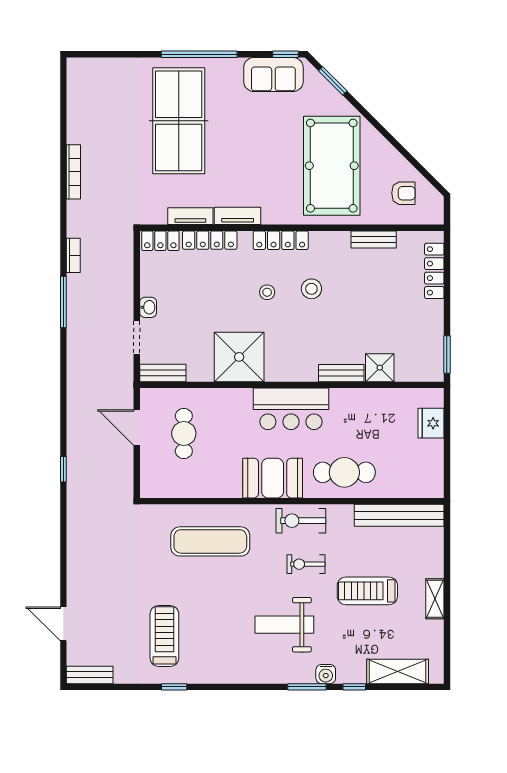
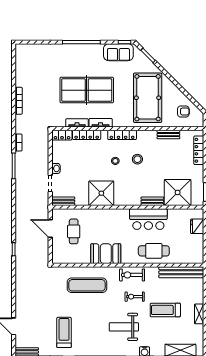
table tennis table: (179, 121) -> (87, 90), moved, turned 90
shower: (380, 368) -> (178, 192), width x1.86, depth x1.86
bar counter: (291, 409) -> (148, 219), moved
booth: (273, 478) -> (106, 254), moved

